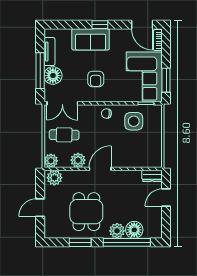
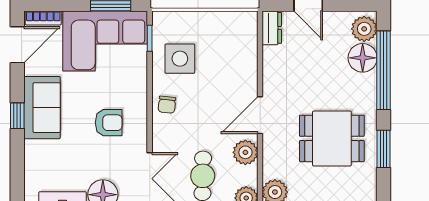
sofa: (91, 39) -> (42, 108), moved
door: (100, 169) -> (260, 115), hinge flipped
plant: (117, 231) -> (364, 29), moved

